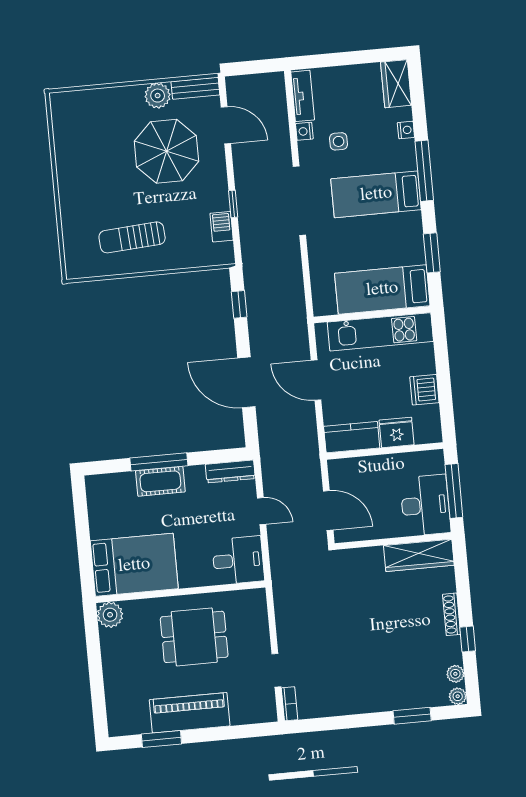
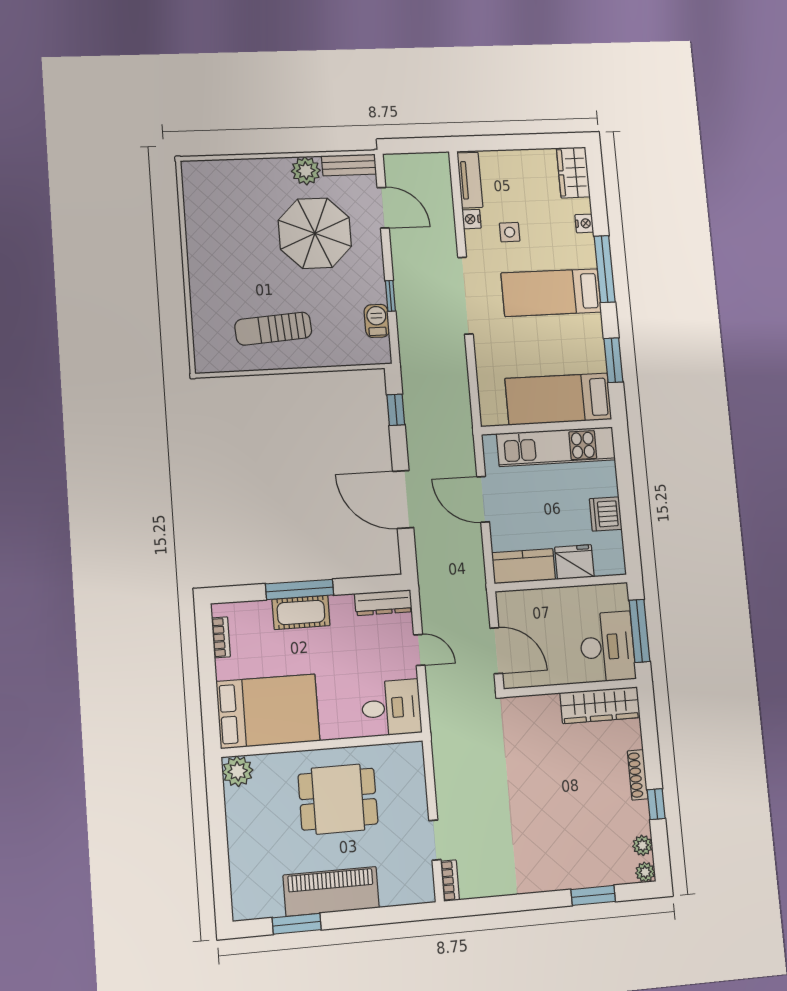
bookcase: (94, 504) -> (221, 637), added

